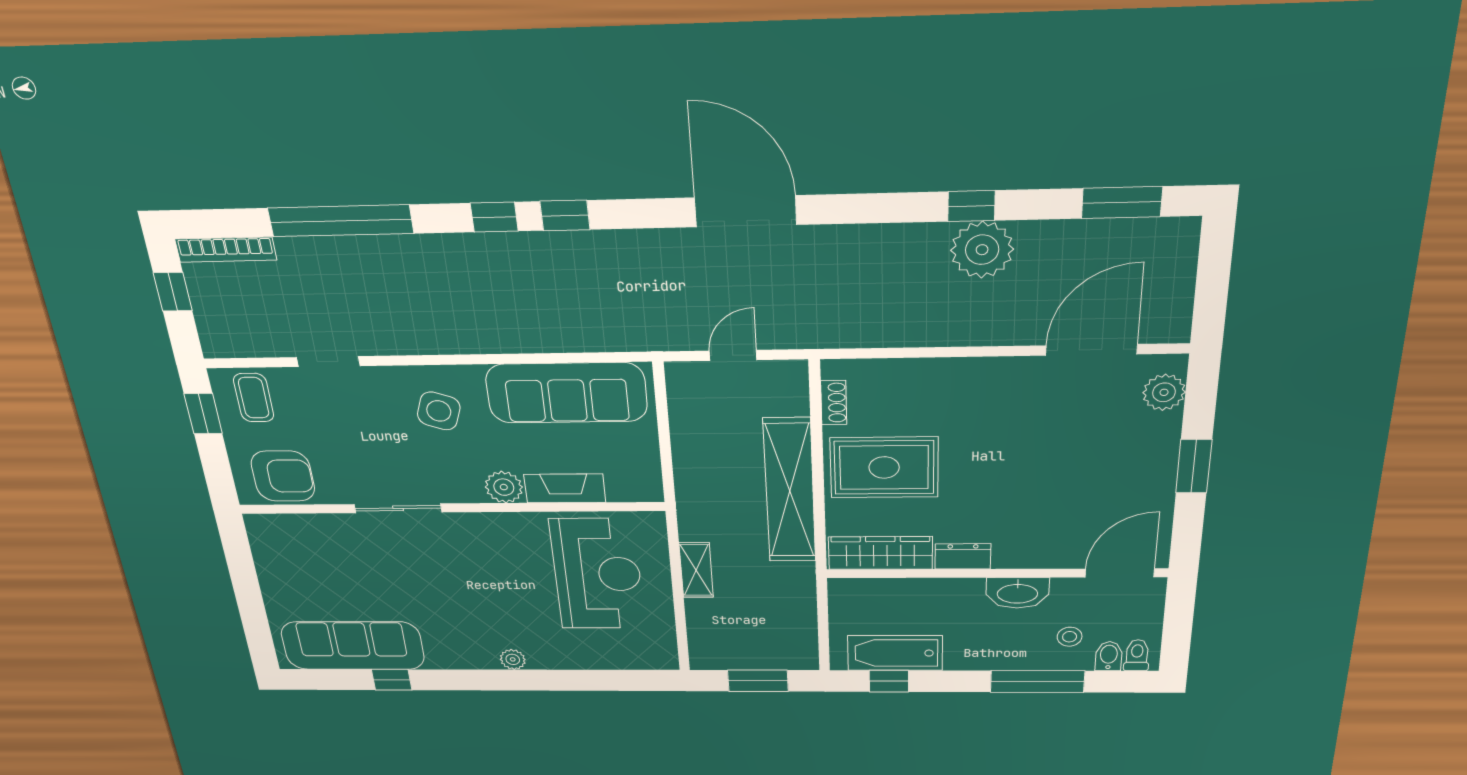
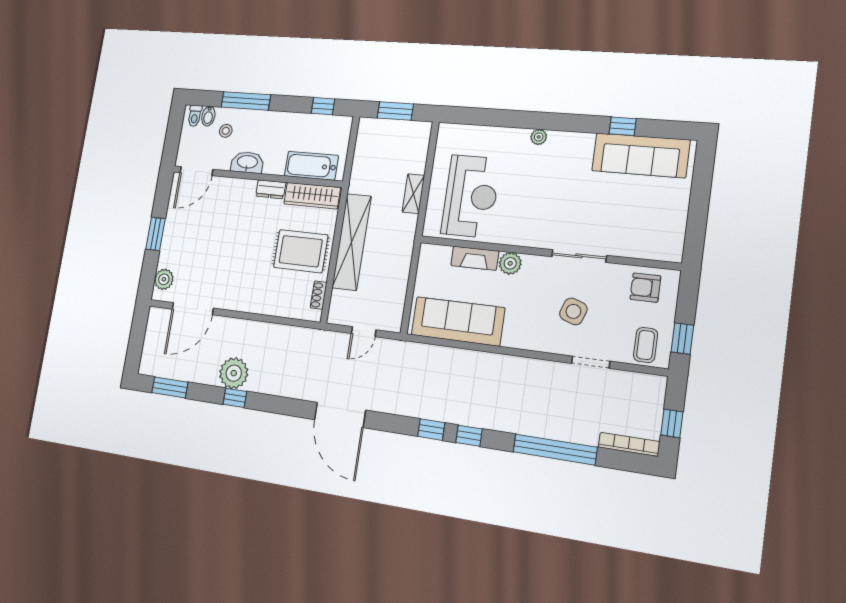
side table: (439, 411) -> (573, 311), moved
armchair: (283, 476) -> (645, 288), width x0.72, depth x0.72
reception desk: (597, 574) -> (471, 196), turned 180
bathtub: (895, 653) -> (311, 166), moved, turned 180

